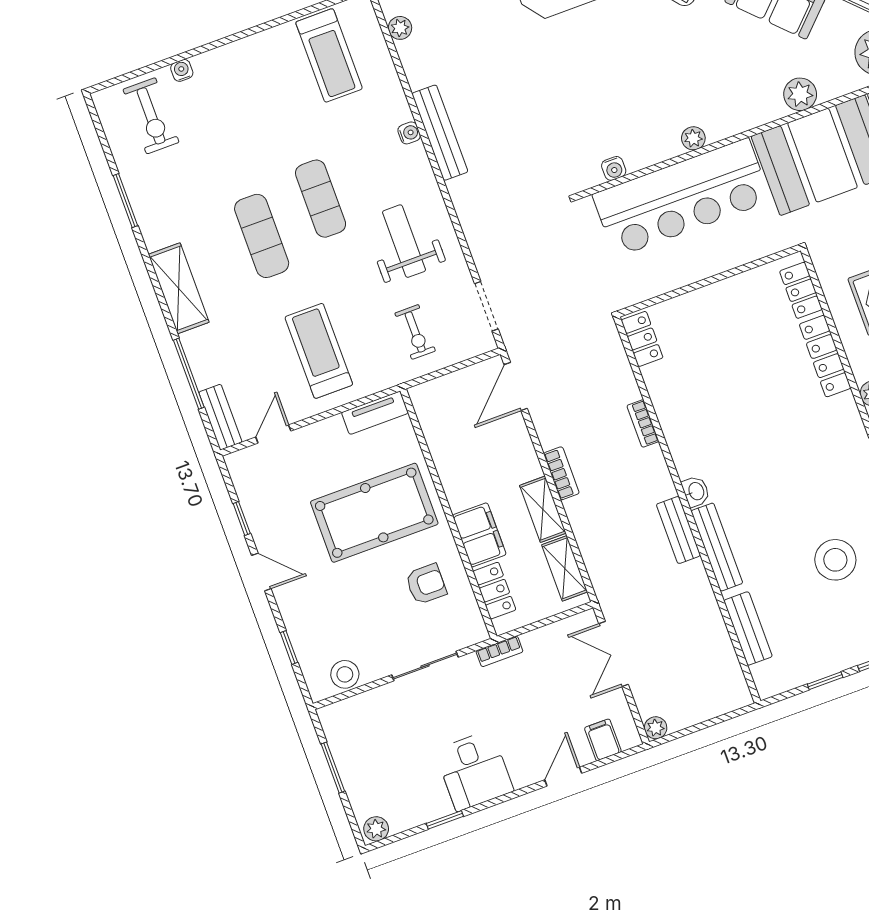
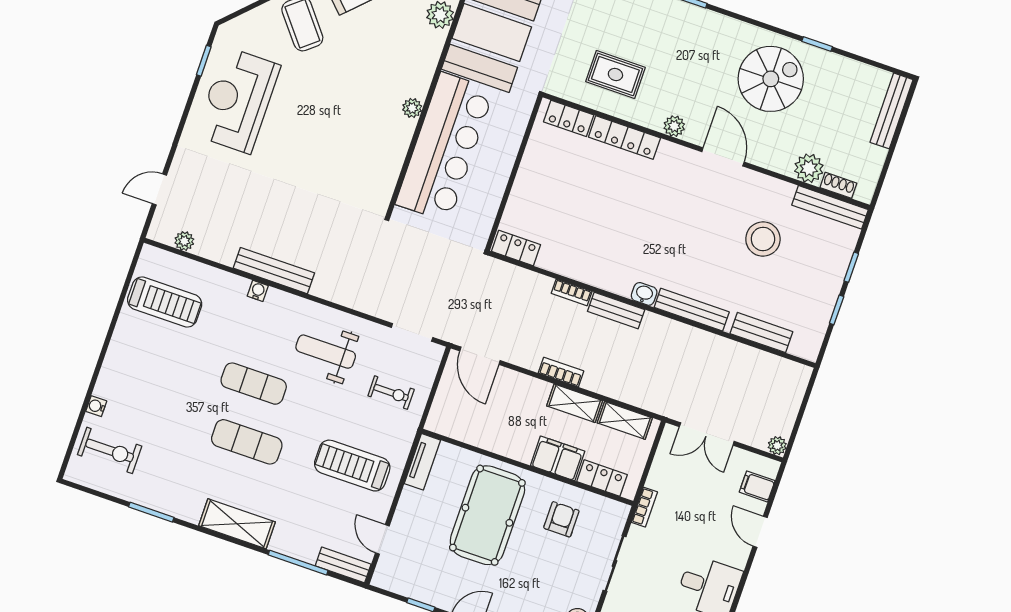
water cooler: (614, 168) -> (390, 176), removed
bench: (678, 530) -> (616, 311), moved

